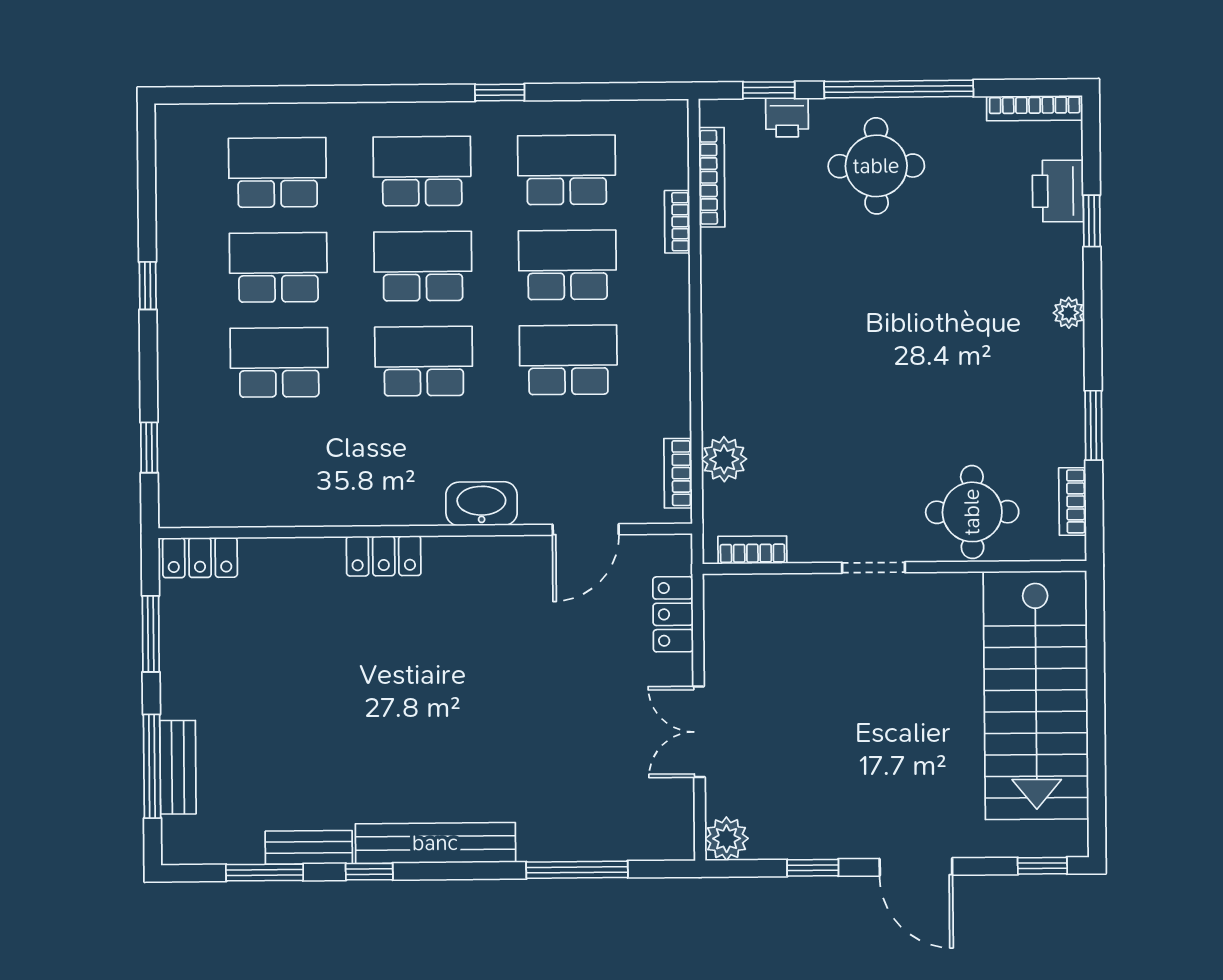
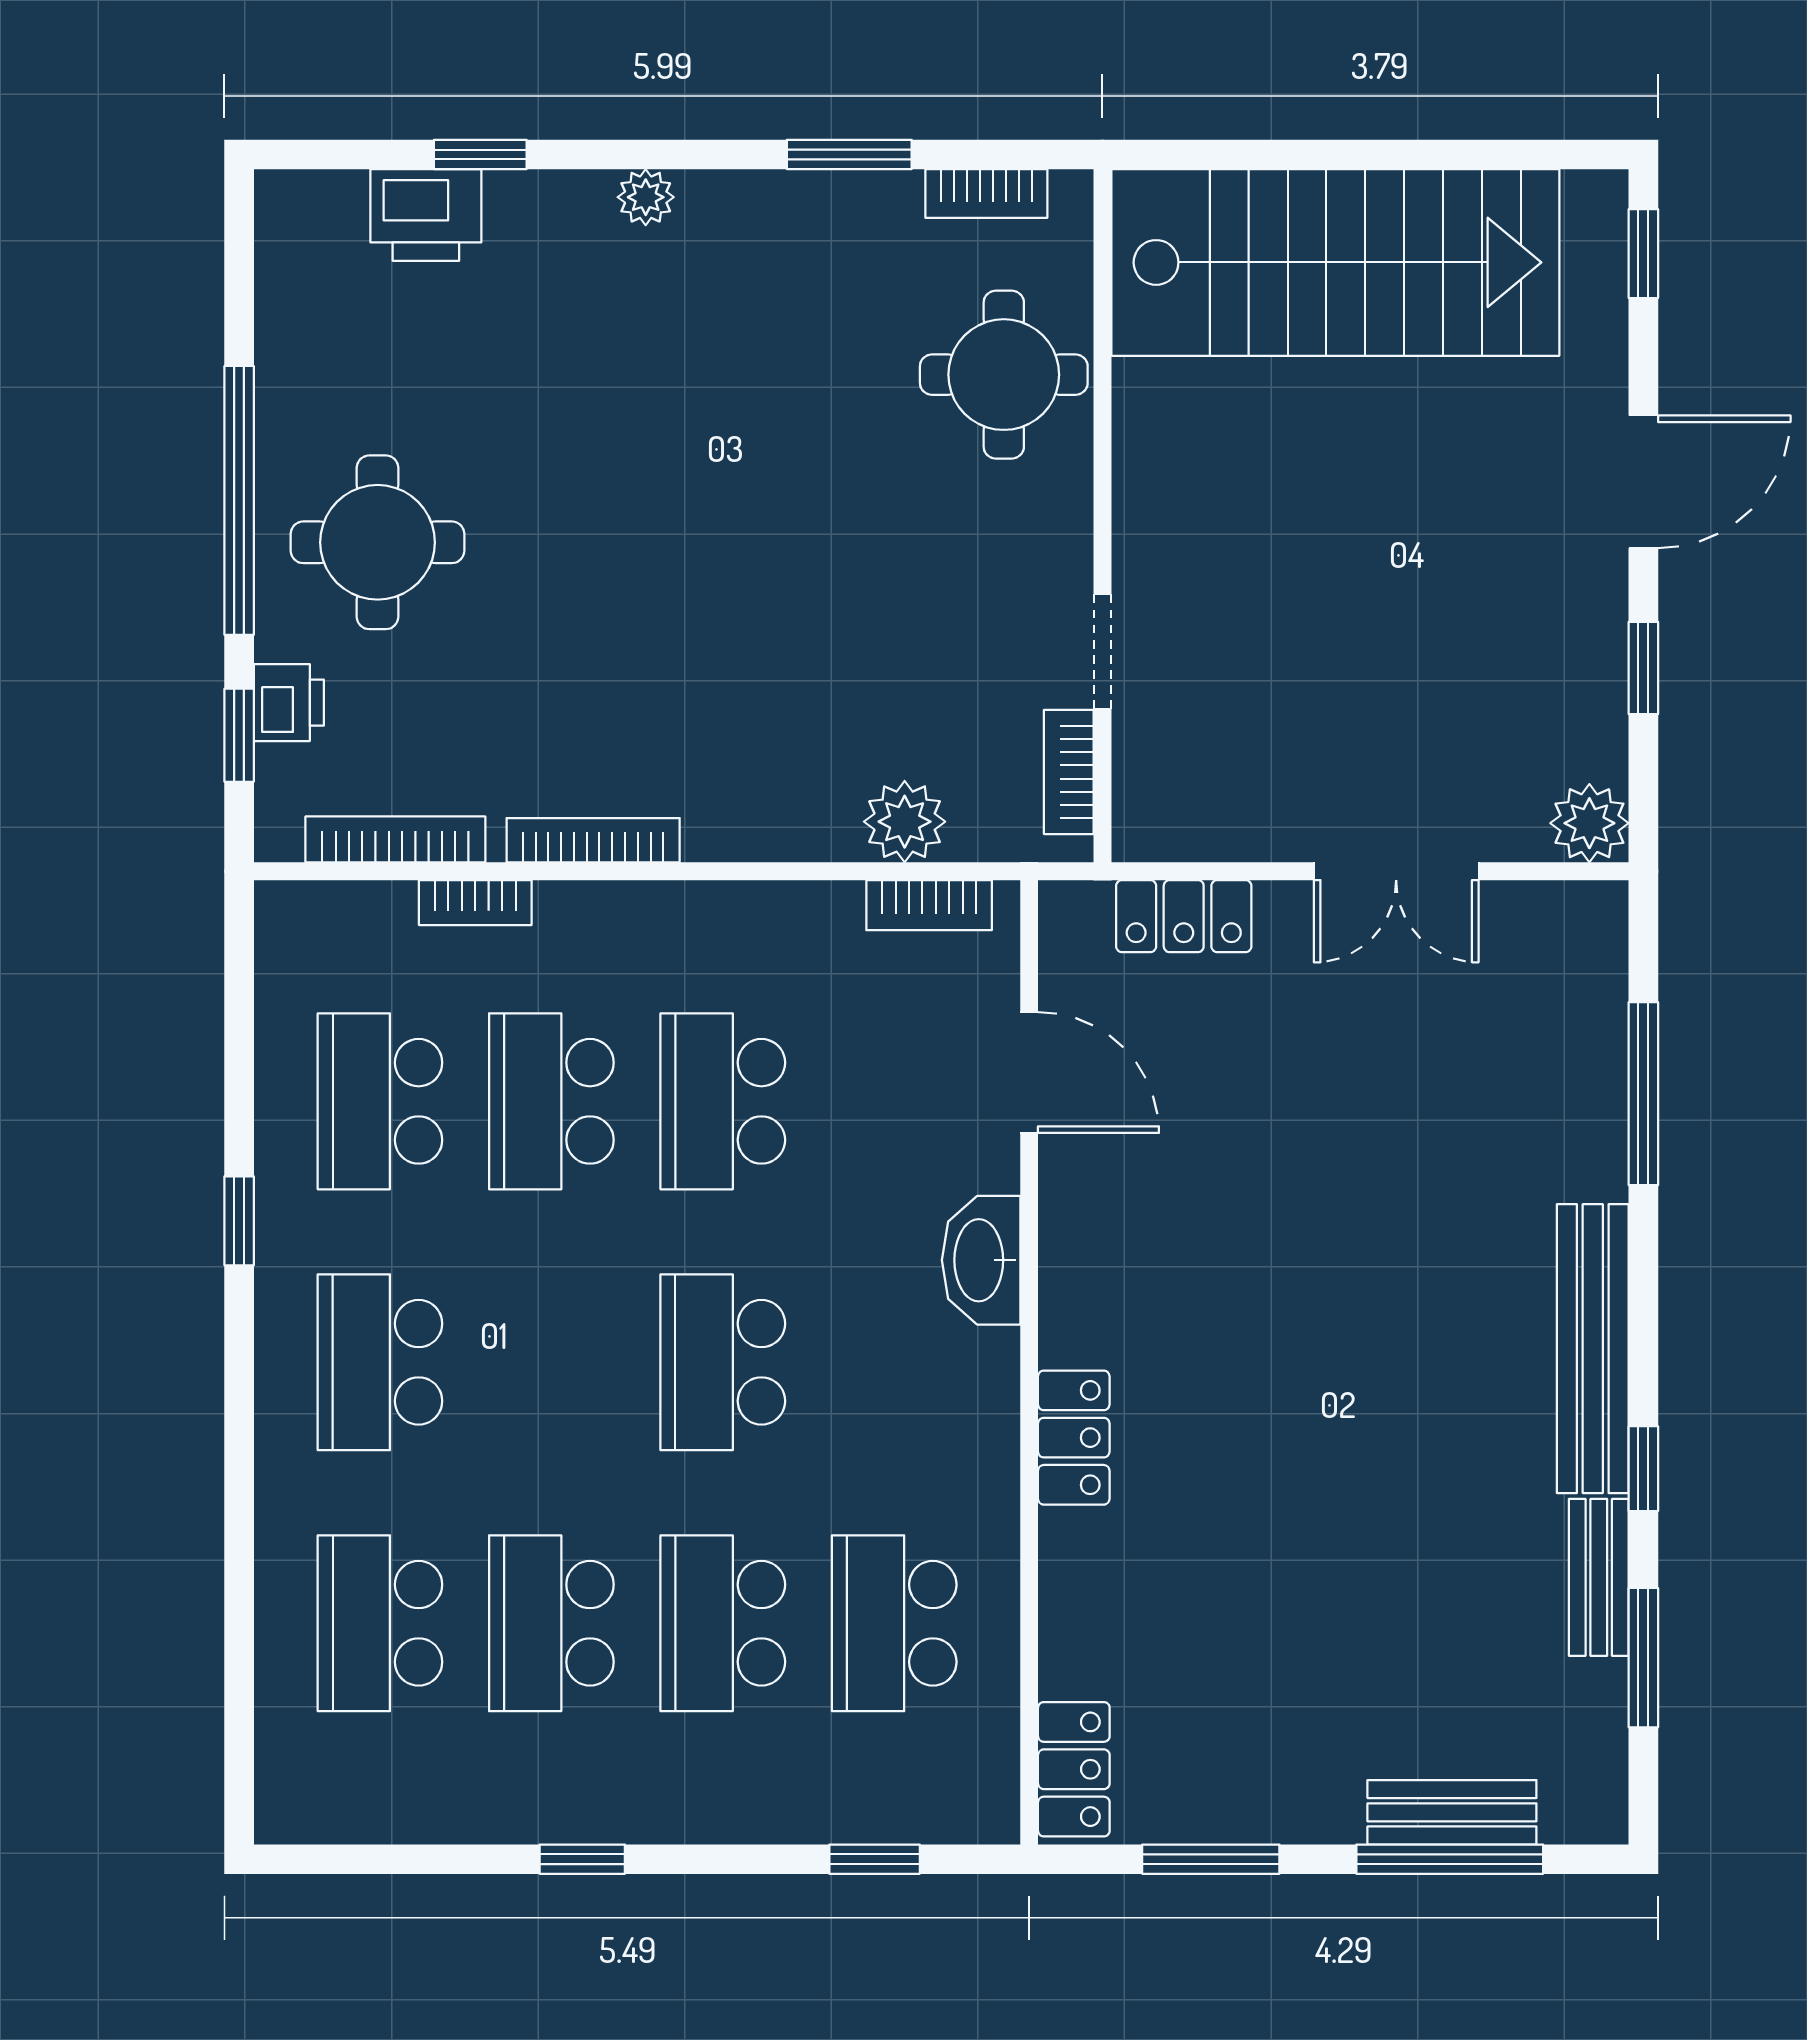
bookcase: (1035, 108) -> (593, 840), moved, turned -90
school desk: (423, 266) -> (894, 1623), moved
doorway: (873, 568) -> (1102, 651), moved

